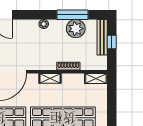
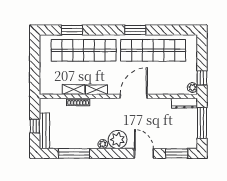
plant: (76, 29) -> (118, 140), moved
shelving: (96, 79) -> (73, 90), moved

